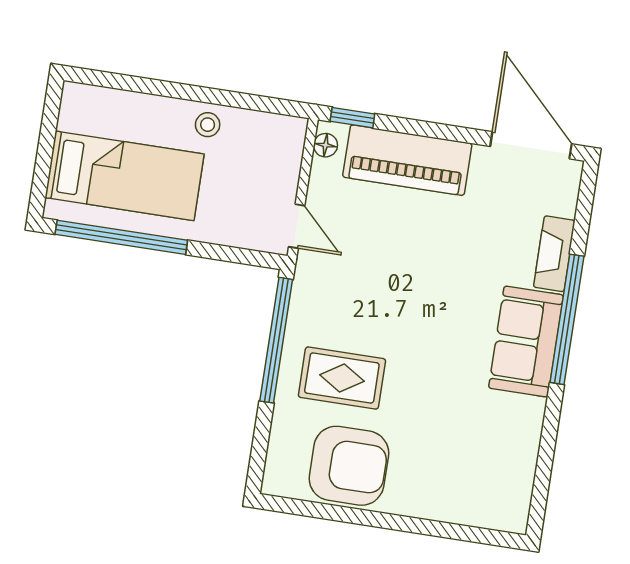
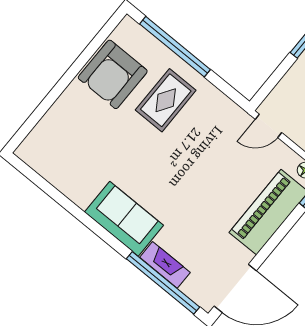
window: (567, 319) -> (163, 283), moved
window: (276, 340) -> (175, 47), moved

